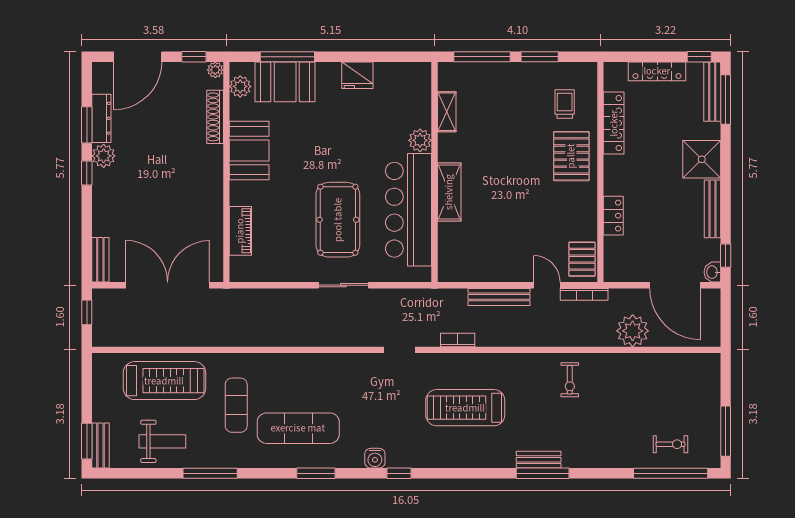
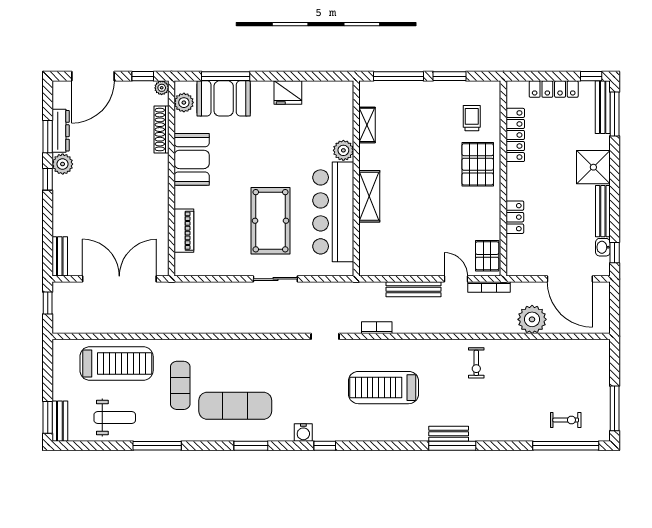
washbasin: (712, 272) -> (603, 247), moved

